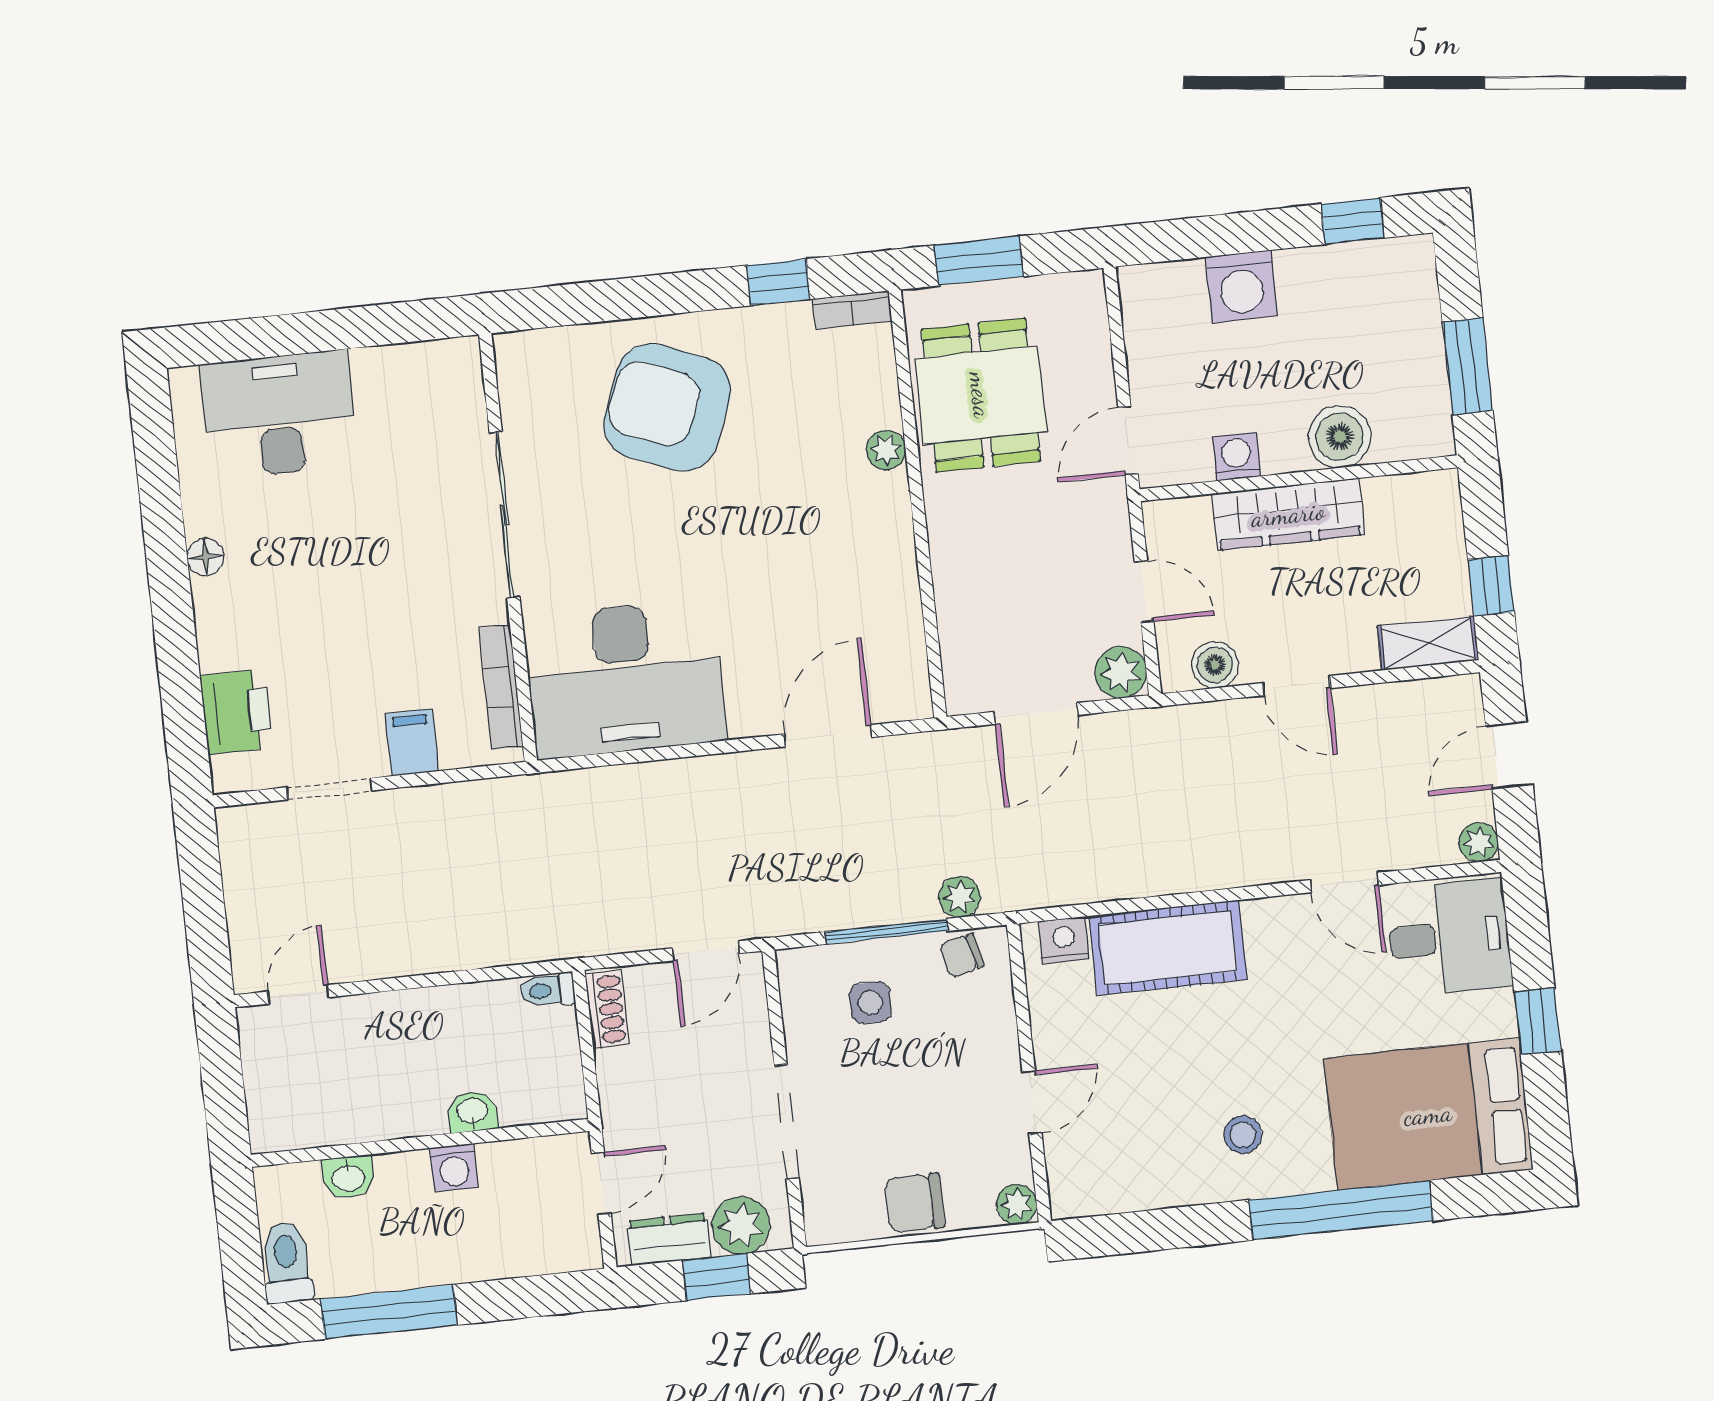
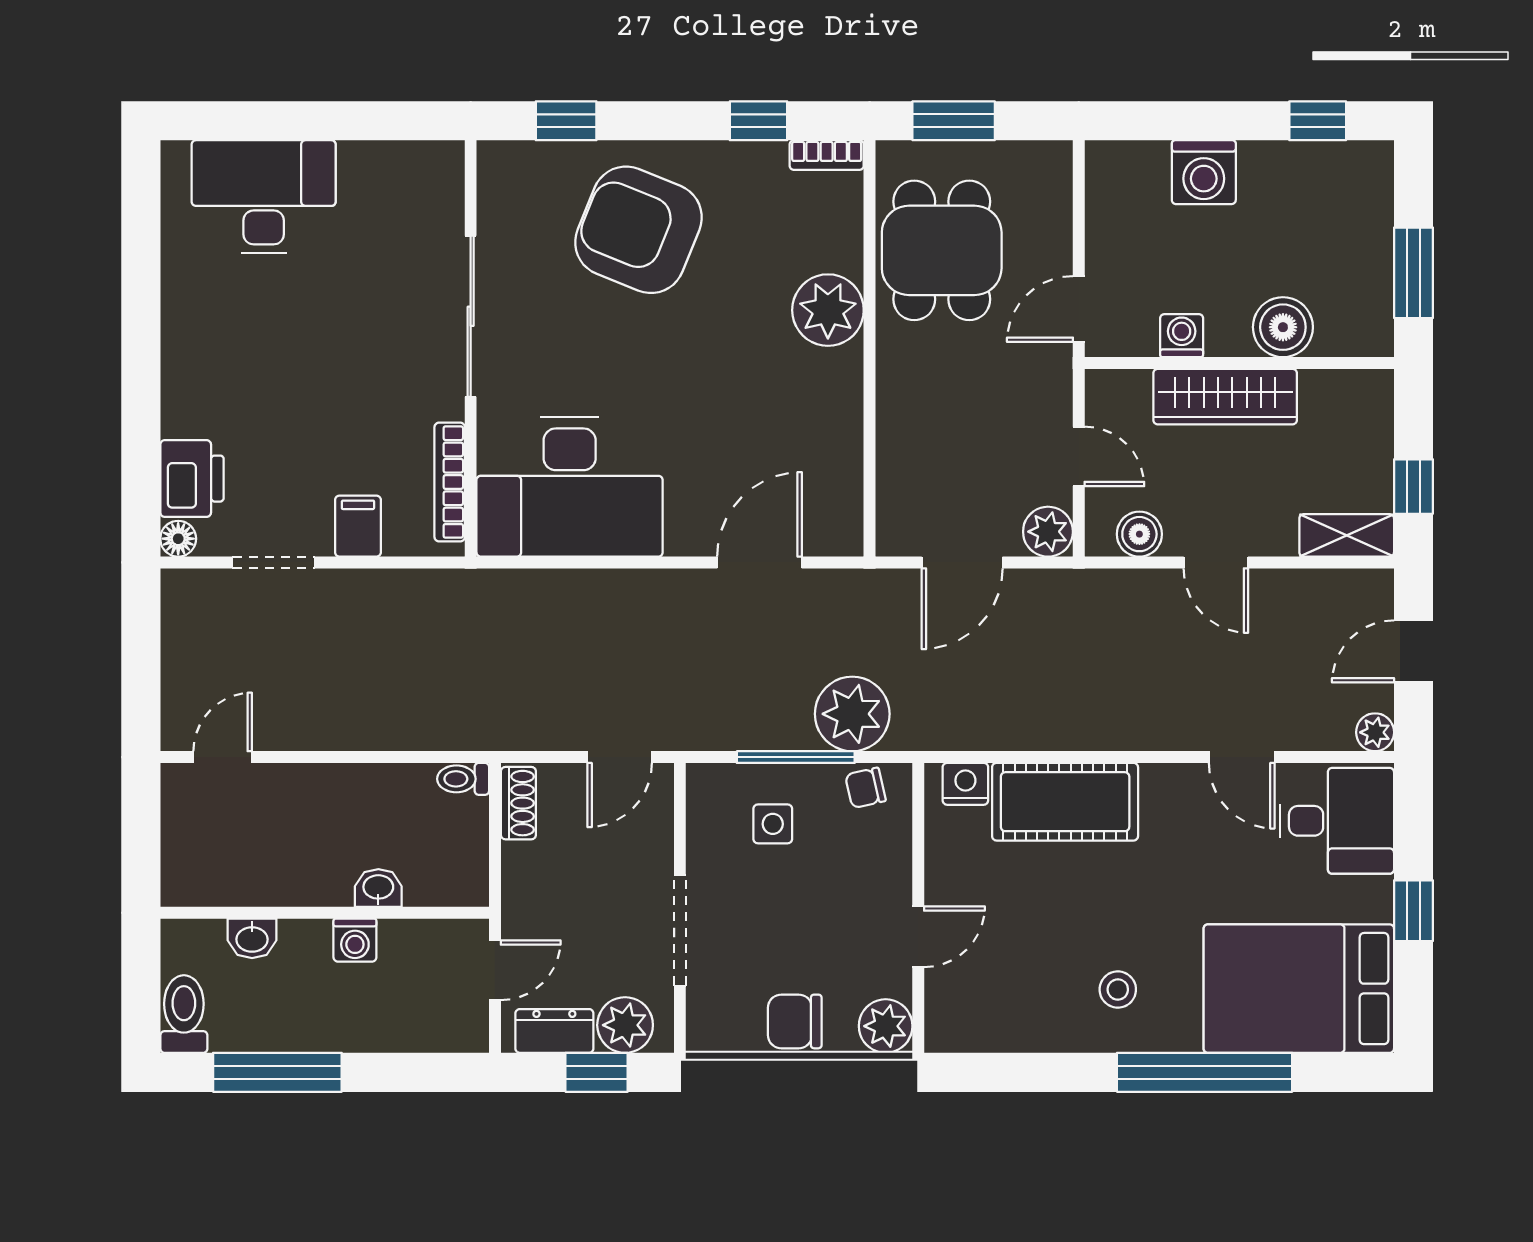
window: (581, 303) -> (566, 121), added
plant: (886, 450) -> (828, 310), width x1.87, depth x1.87
floor lamp: (205, 557) -> (178, 539), moved
plant: (960, 897) -> (852, 714), width x1.87, depth x1.87
plant: (1017, 1204) -> (886, 1026), width x1.38, depth x1.38

